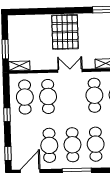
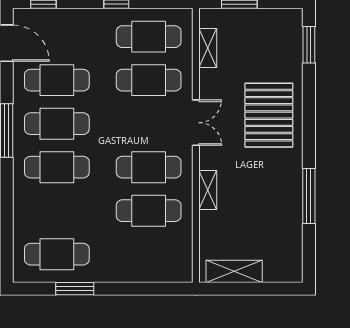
window: (27, 12) -> (309, 45), added
pallet: (65, 32) -> (269, 115), turned 90
shelving: (19, 66) -> (208, 48), moved

